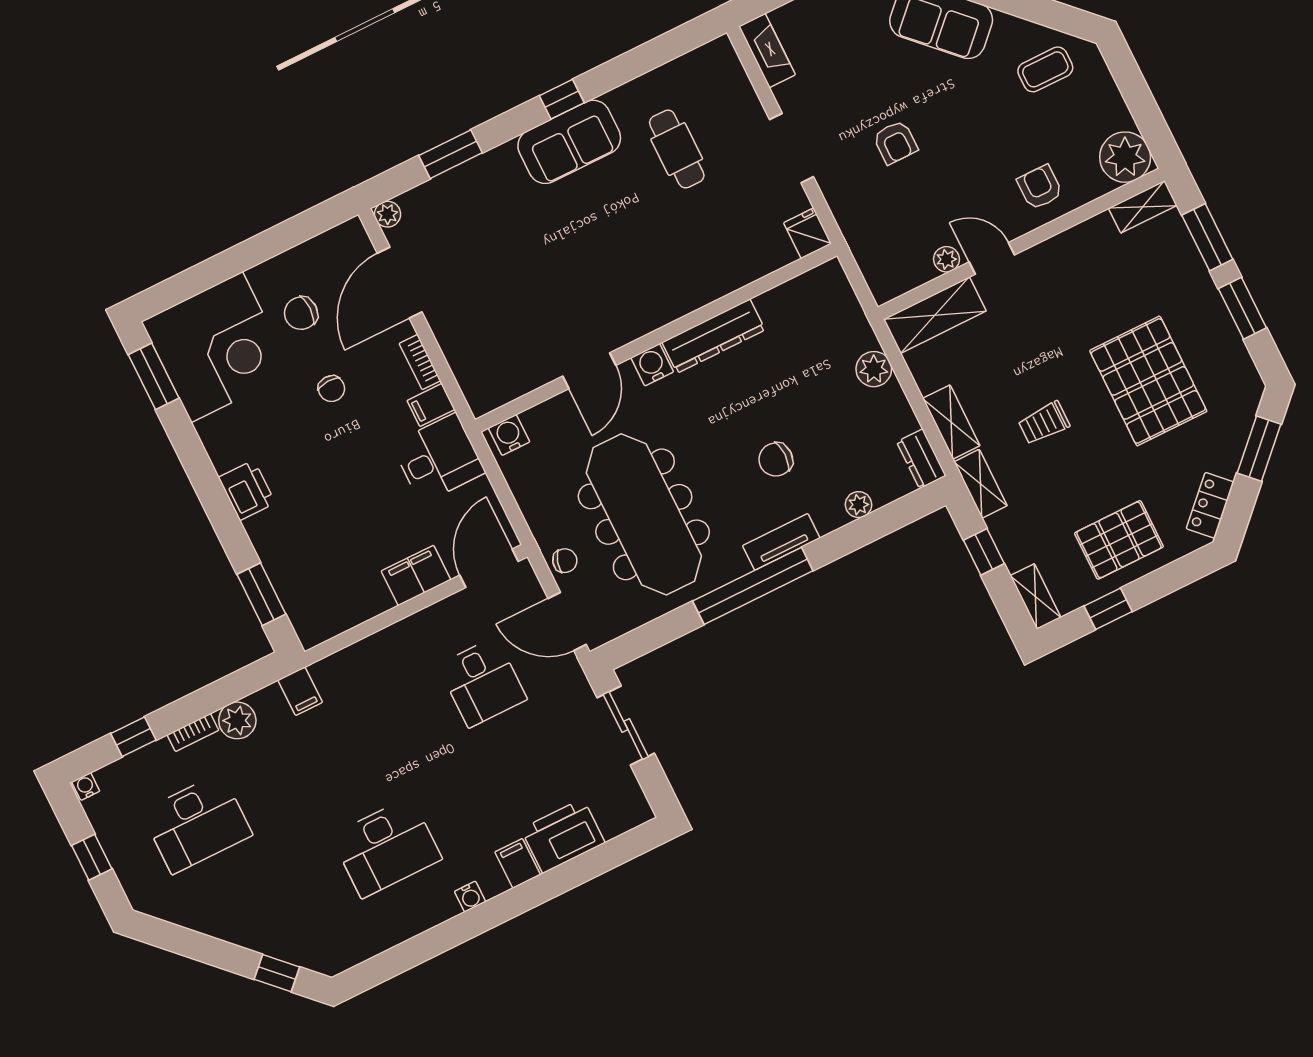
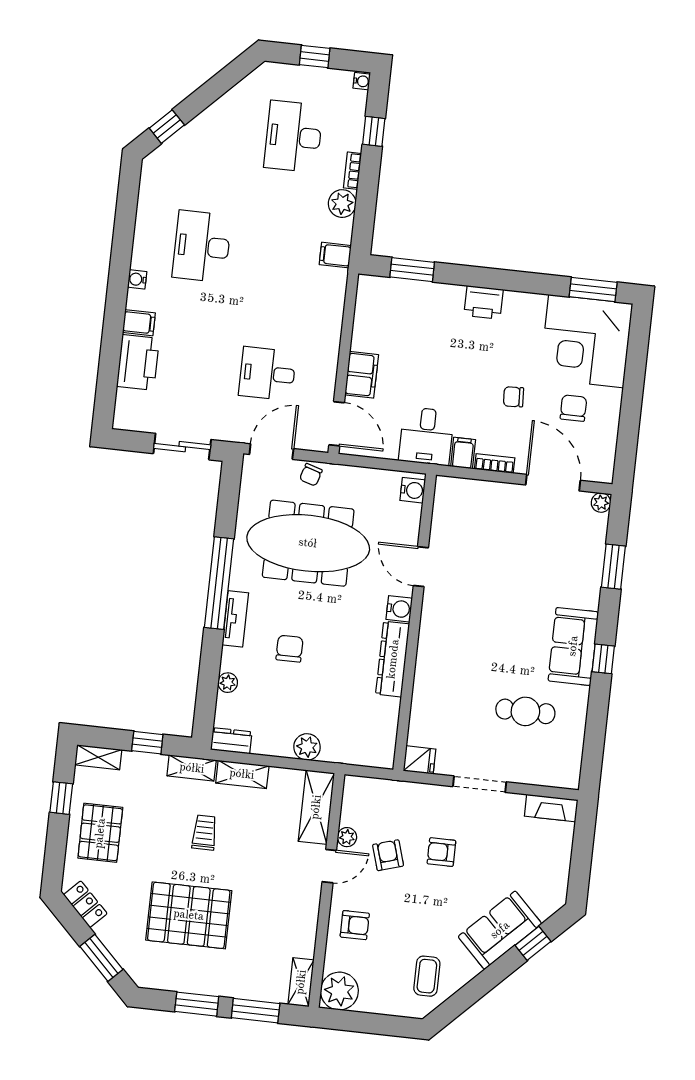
armchair: (937, 200) -> (388, 855), added

